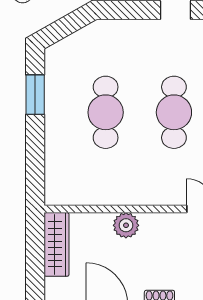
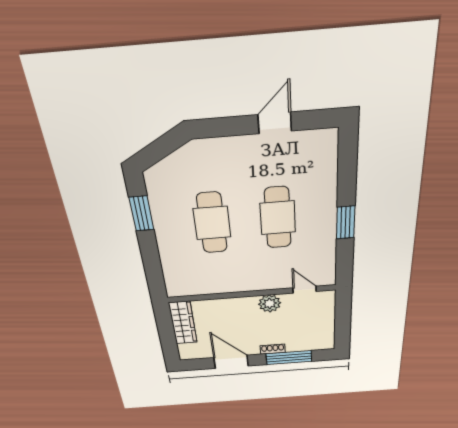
plant: (126, 225) -> (270, 303), moved

